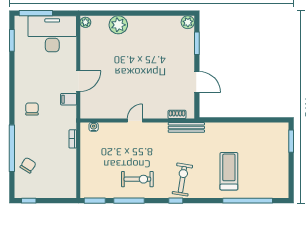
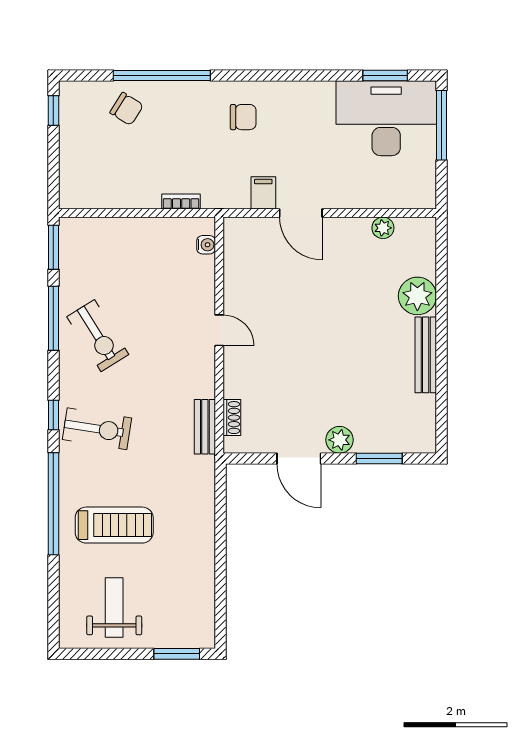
bench: (147, 21) -> (426, 355), added
plant: (85, 22) -> (383, 228), moved
plant: (188, 22) -> (339, 440), moved
desk: (52, 34) -> (386, 118), moved, turned -90
door: (197, 82) -> (299, 459), hinge flipped
bench: (186, 127) -> (205, 427), width x0.73
weight bench: (269, 171) -> (114, 607), added
exercise bike: (137, 179) -> (98, 336), turned -32
window: (248, 201) -> (53, 504), moved

